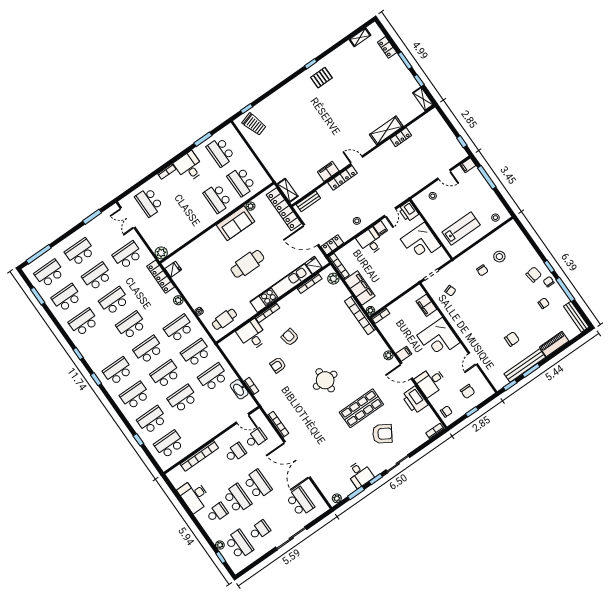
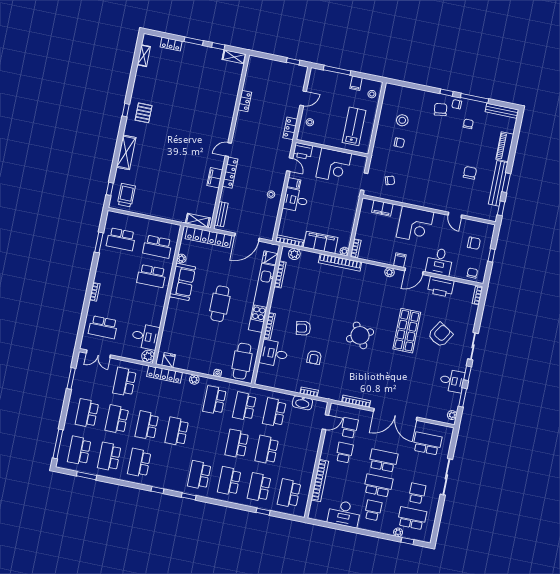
trolley: (254, 124) -> (126, 195), turned -73
shelving: (386, 130) -> (126, 152), moved
filing cabinet: (468, 165) -> (356, 83), moved
desk: (189, 167) -> (145, 337), moved, turned 180
locker: (332, 245) -> (290, 128), moved
cafe table: (224, 319) -> (242, 361), width x1.37, depth x1.35
school desk: (148, 350) -> (207, 438), removed
round table: (325, 380) -> (360, 335), turned -30

